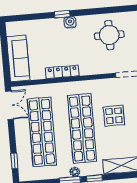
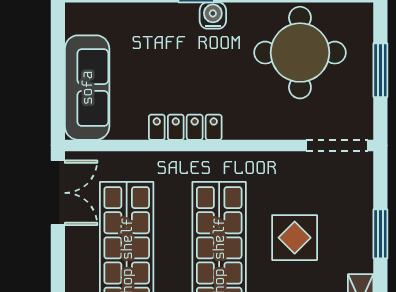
round table: (109, 35) -> (300, 53), width x1.36, depth x1.36

